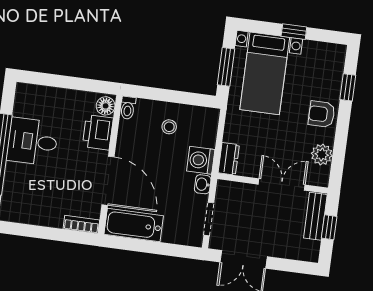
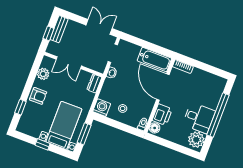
plant: (28, 102) -> (196, 140), added
washing machine: (201, 160) -> (102, 108), moved, turned -90
bench: (315, 216) -> (59, 29), moved

